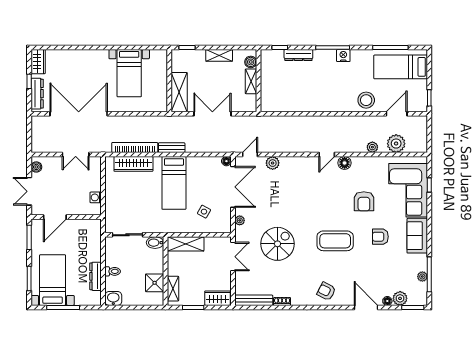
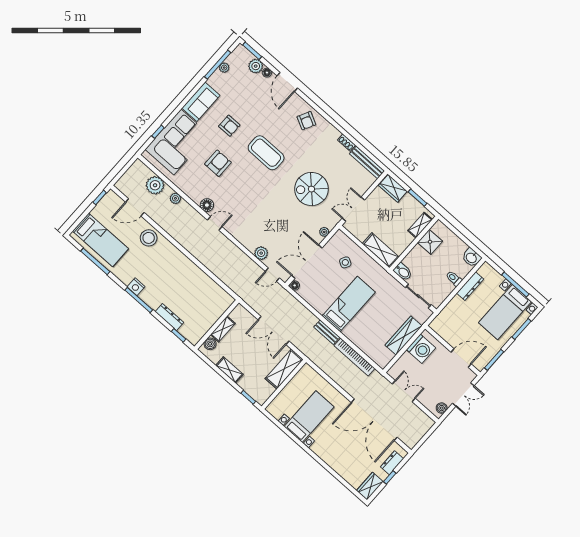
dresser: (37, 94) -> (392, 463), width x0.70
wardrobe: (133, 164) -> (403, 336), moved, turned -90
washing machine: (96, 197) -> (421, 349), width x1.89, depth x1.89

